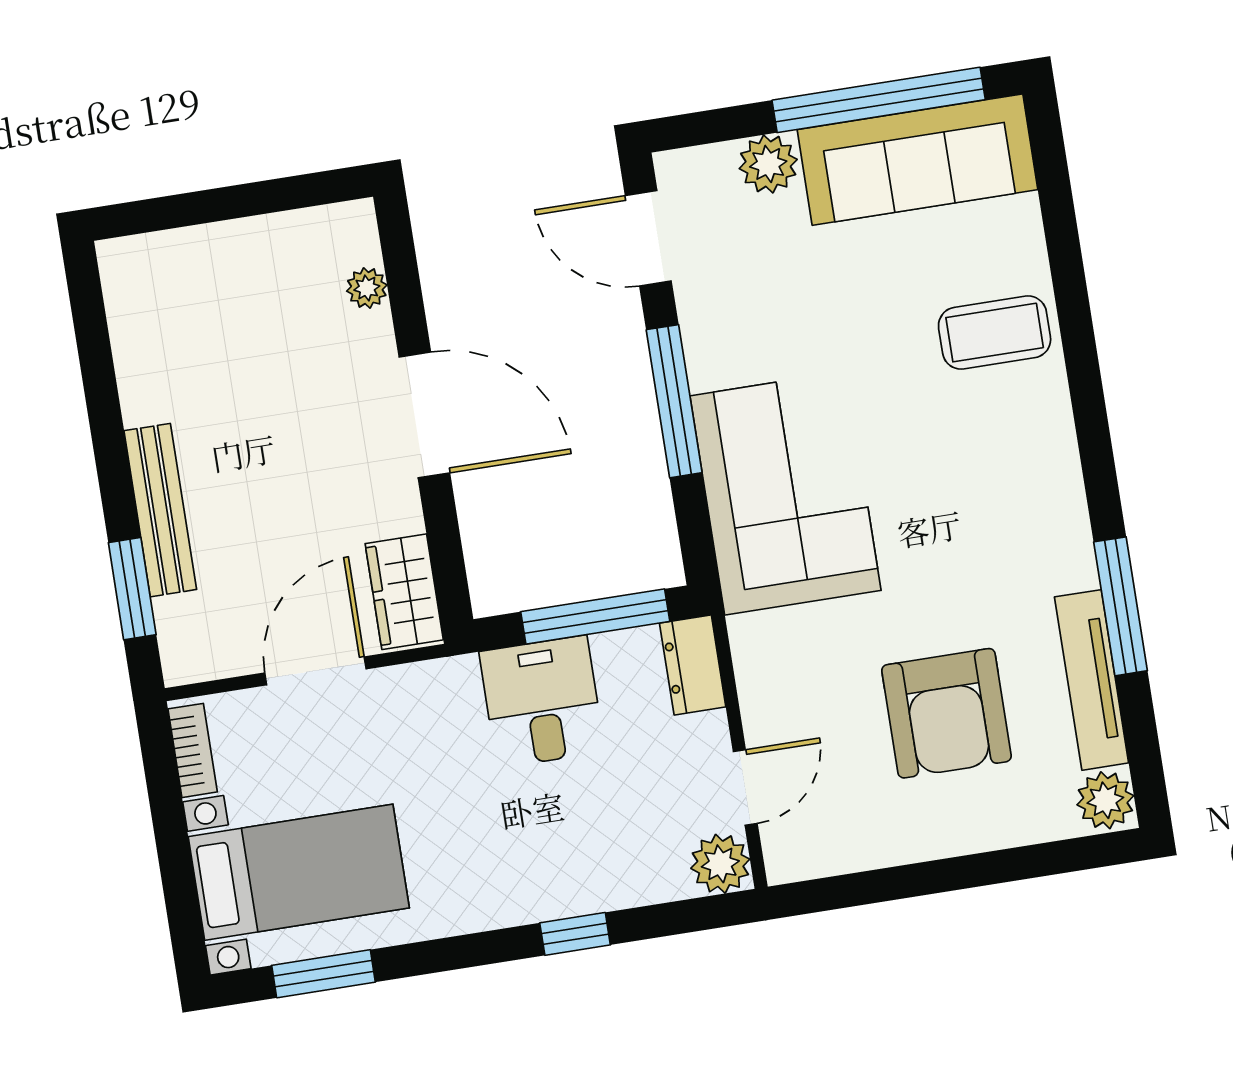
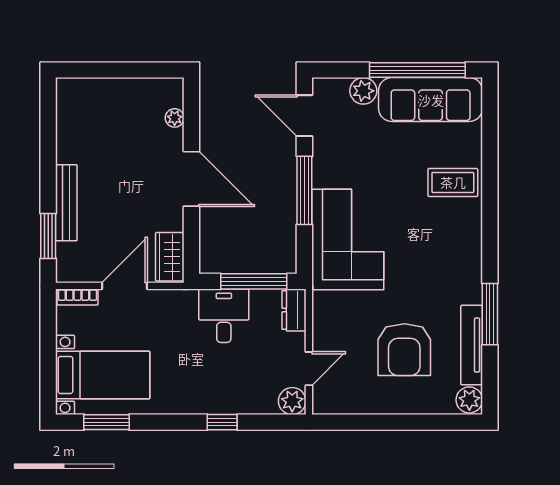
bookcase: (193, 750) -> (78, 297), moved, turned 90

